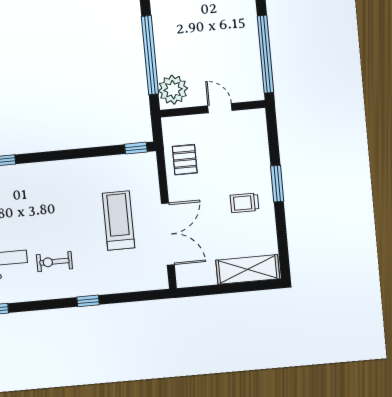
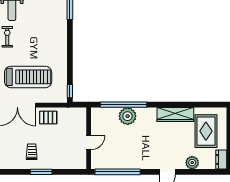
plant: (173, 90) -> (128, 116), moved
pallet: (185, 160) -> (48, 117), moved
treadmill: (119, 221) -> (28, 77), width x1.37, depth x1.38

